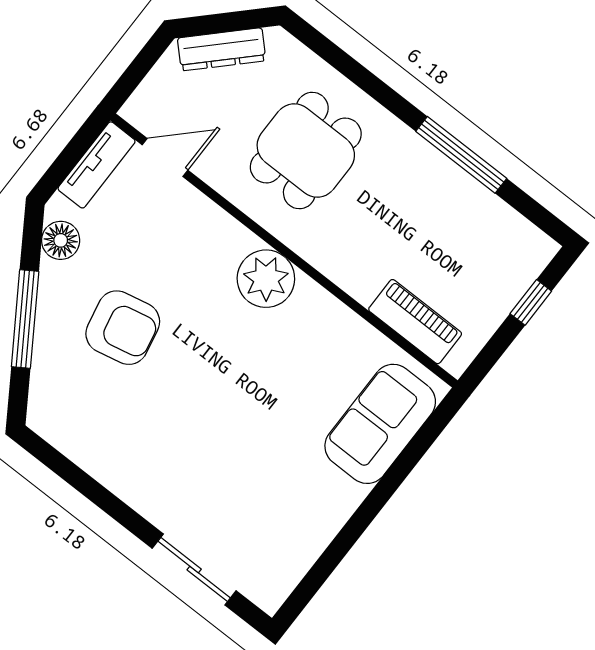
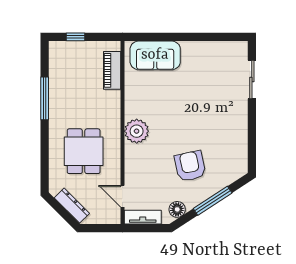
dining table: (306, 151) -> (84, 151), turned 90

